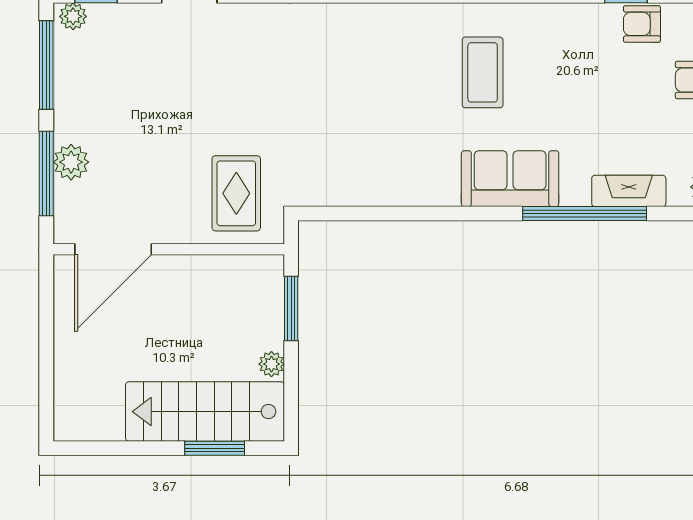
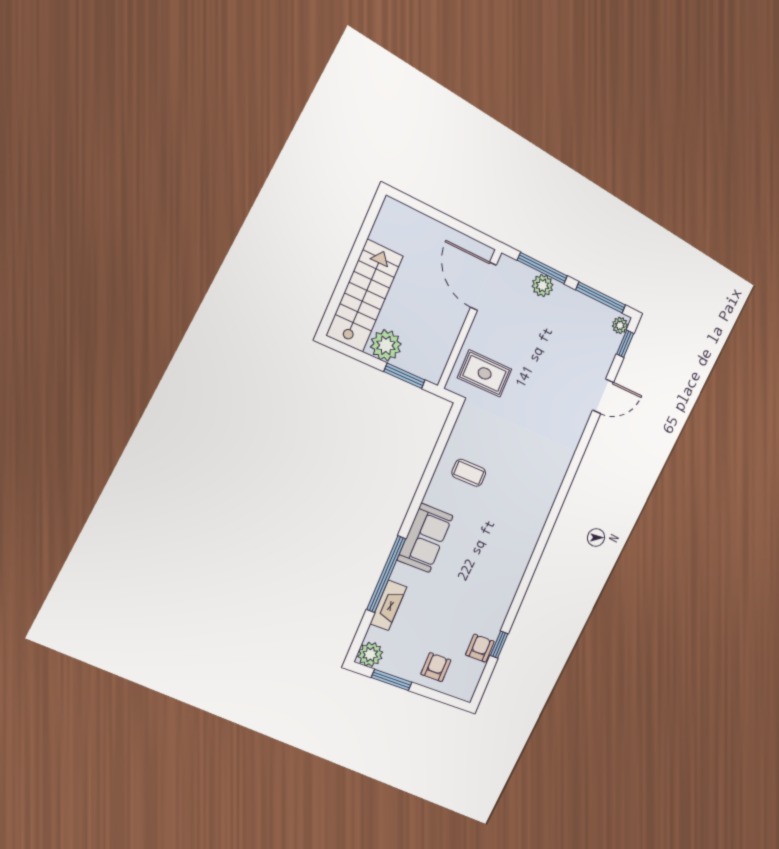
coffee table: (483, 72) -> (469, 473), moved, width x0.73, depth x0.77
plant: (271, 364) -> (386, 345), width x1.87, depth x1.87
window: (215, 448) -> (340, 291), removed

